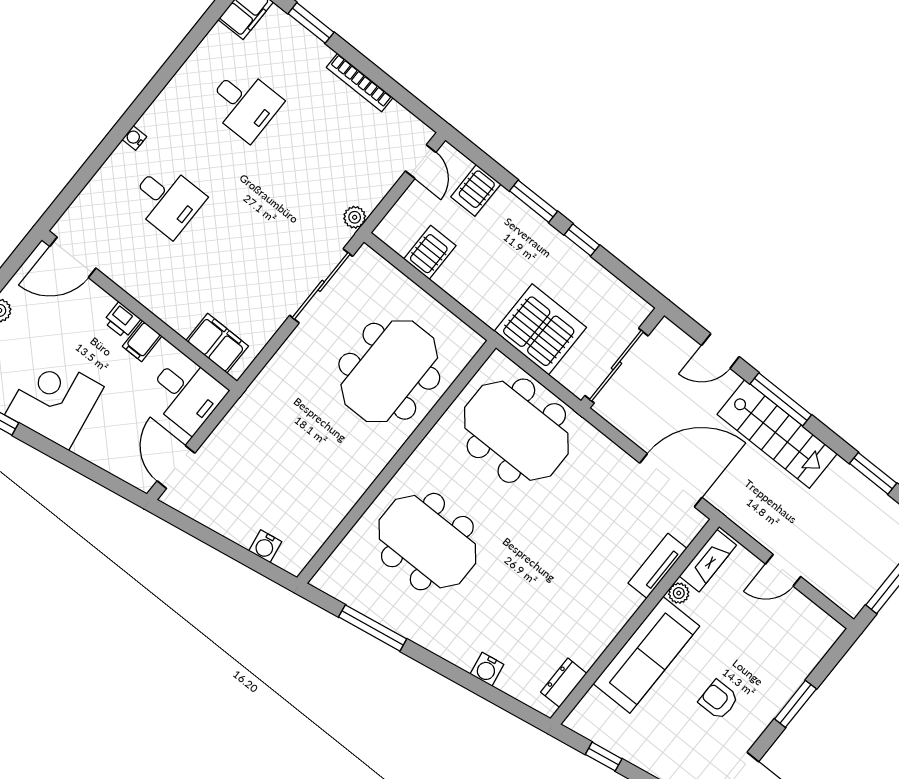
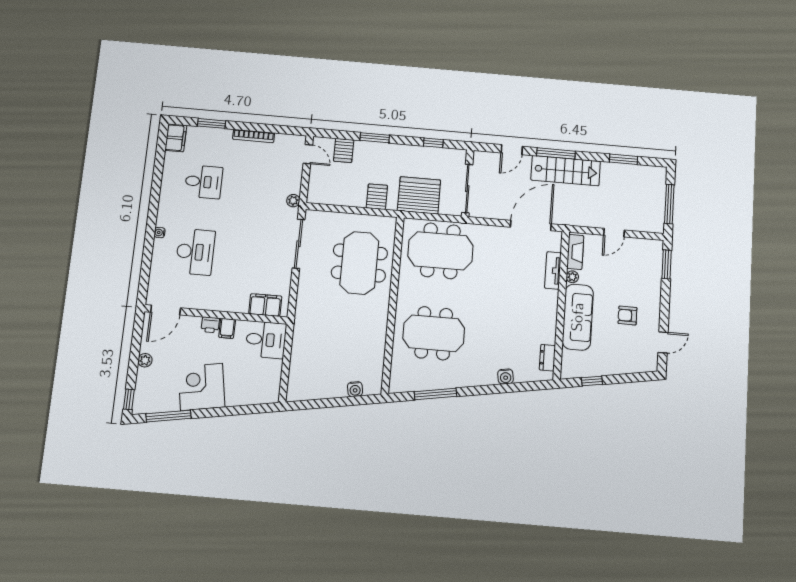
desk: (167, 200) -> (195, 252), width x1.37
window: (582, 240) -> (433, 143), moved
server rack: (430, 252) -> (377, 197), moved
door: (176, 467) -> (284, 379), removed
window: (795, 704) -> (667, 264), moved

